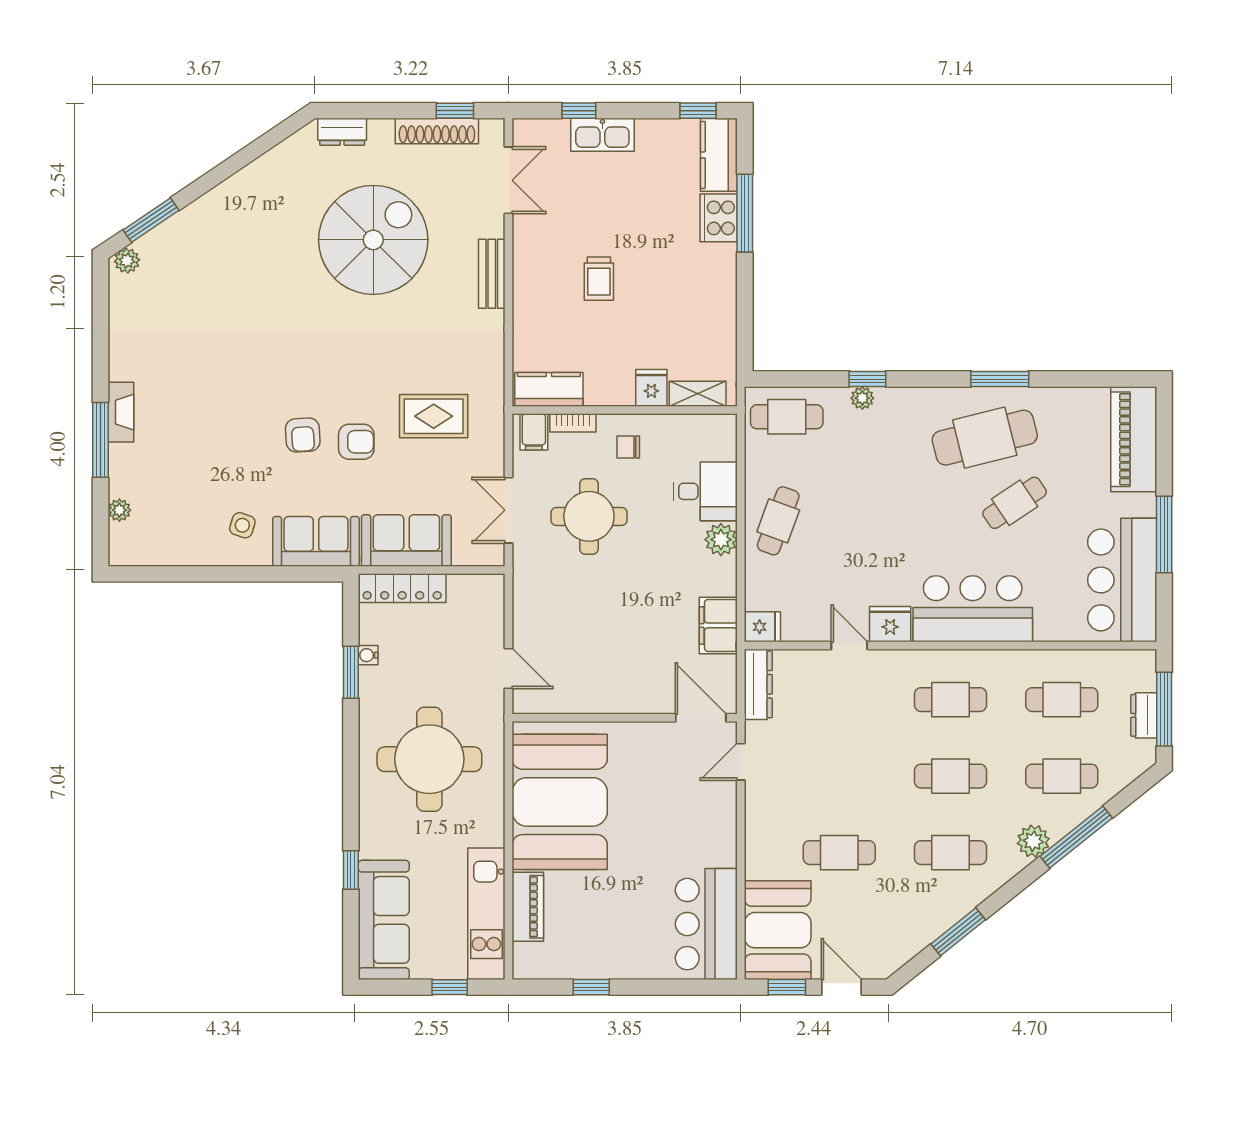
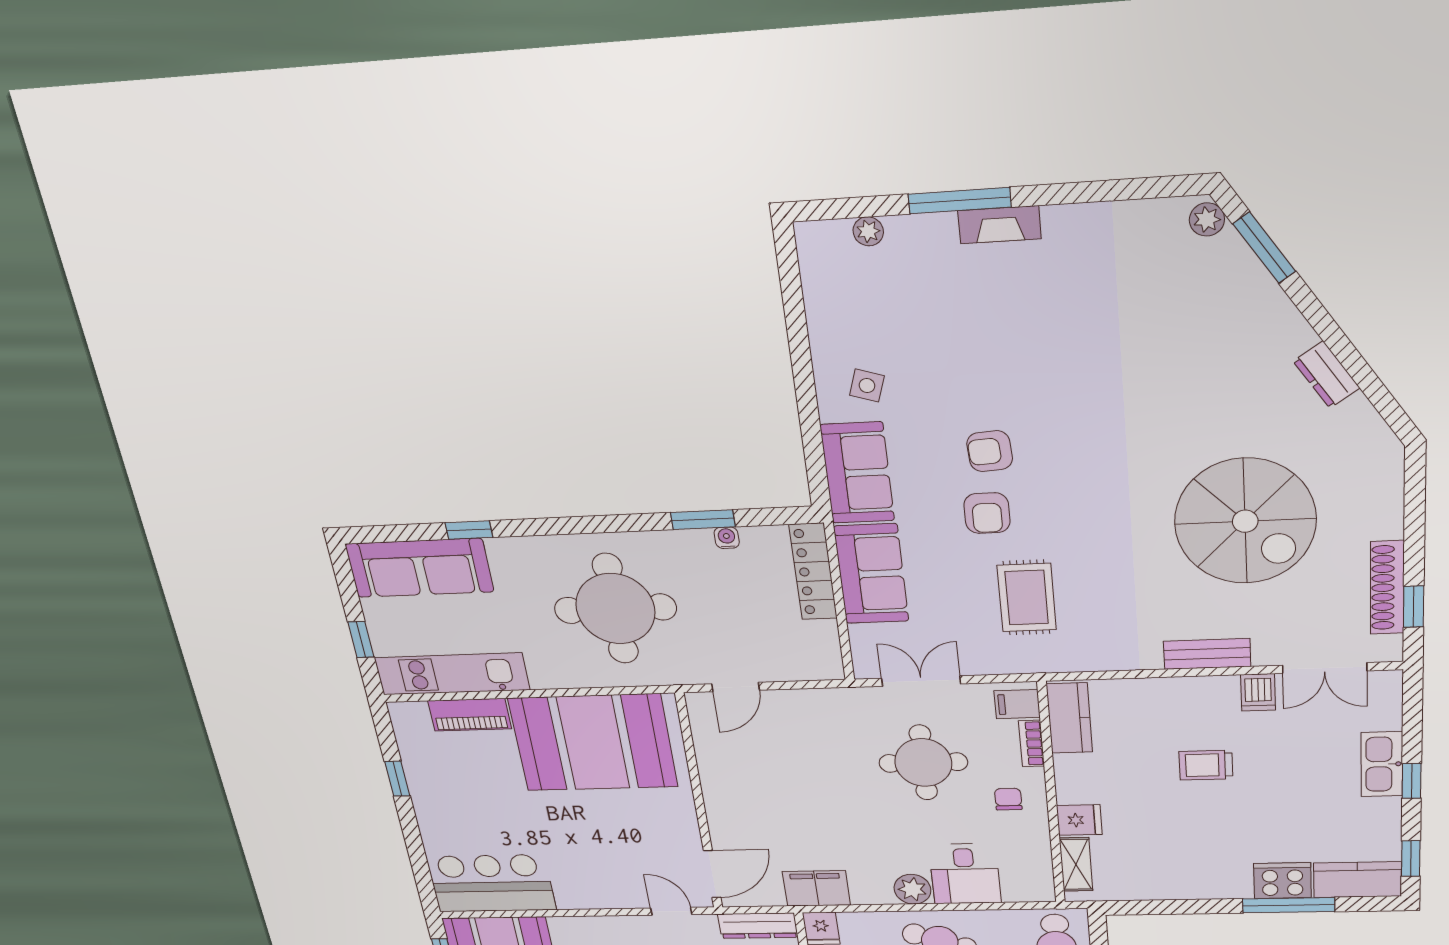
window: (579, 111) -> (1412, 781), moved
dresser: (342, 132) -> (1326, 375), moved, turned -34
dishwasher: (530, 234) -> (1258, 692), added

